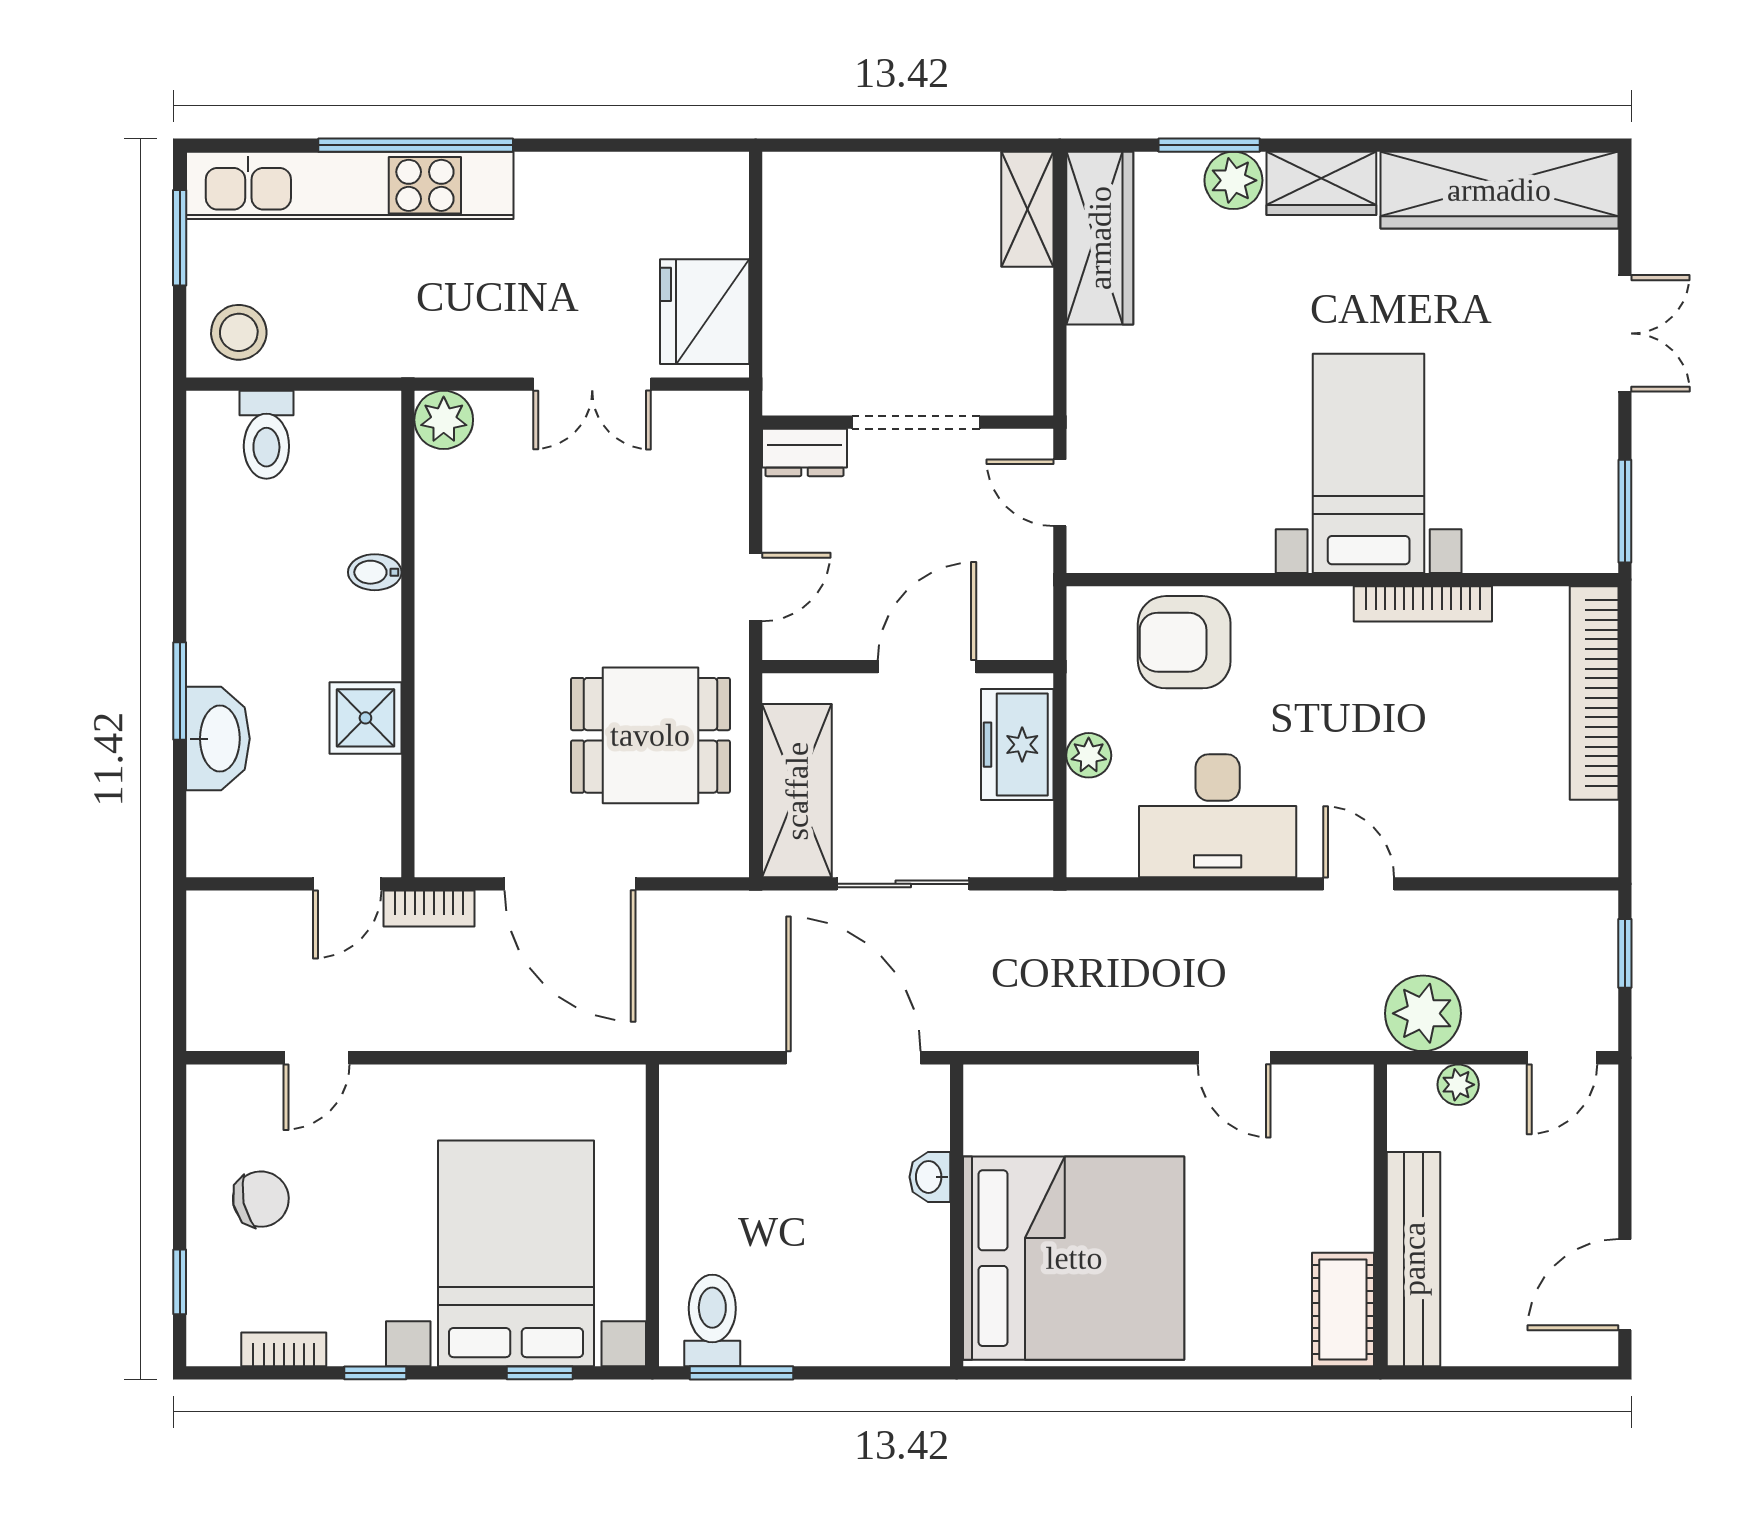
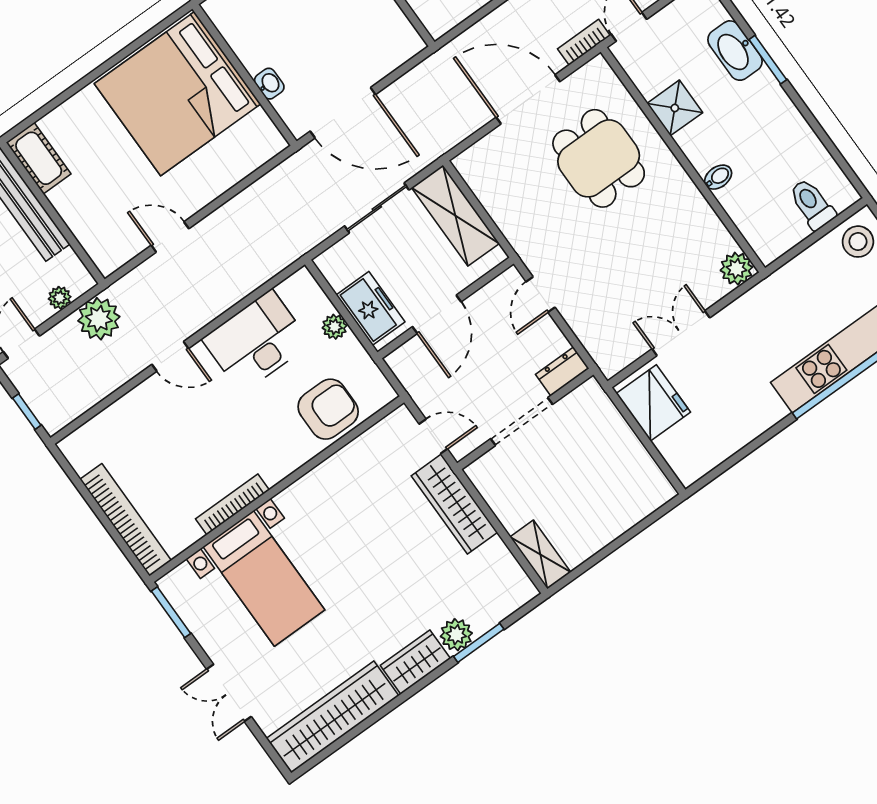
wardrobe: (1100, 238) -> (454, 504), moved
bed with nightstands: (1369, 463) -> (264, 578), moved
dining table: (650, 735) -> (599, 158), moved, turned 90

